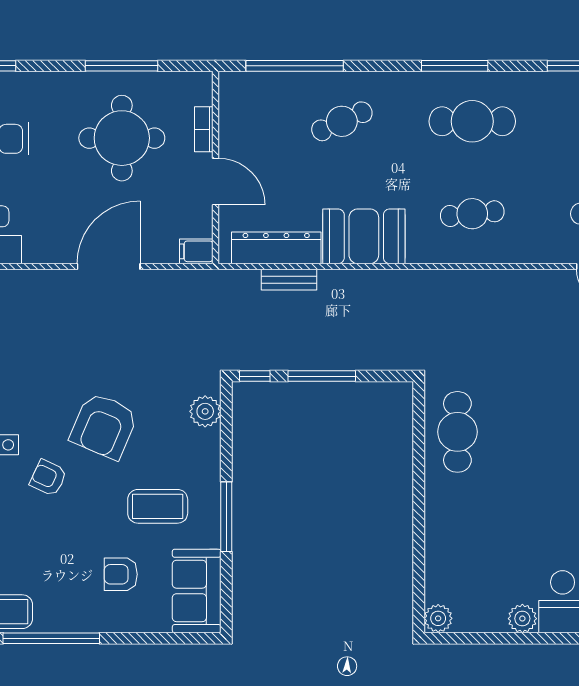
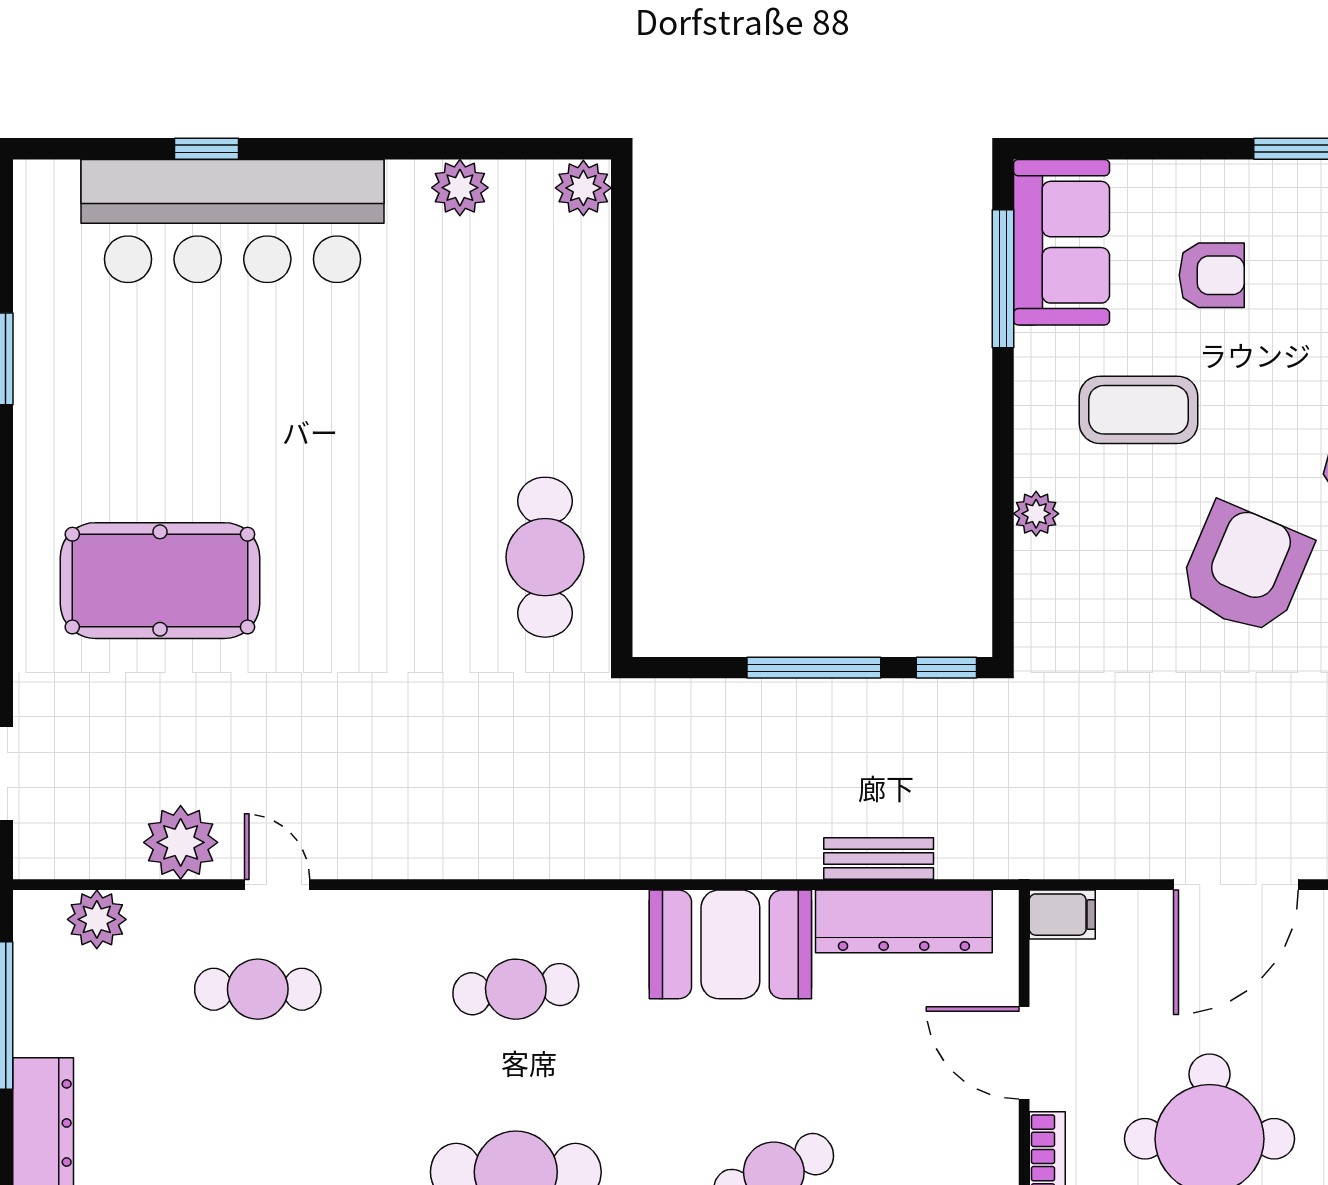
plant: (205, 411) -> (1036, 514), moved, width x0.73, depth x0.73
window: (226, 517) -> (1003, 279), moved
plant: (522, 619) -> (460, 188), moved

